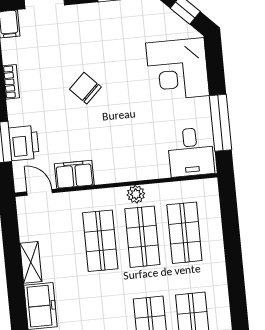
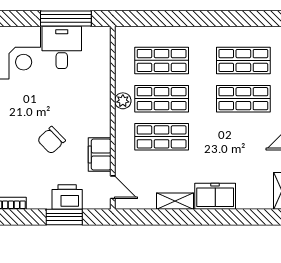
chair: (85, 88) -> (51, 140), moved
desk: (191, 152) -> (62, 47), moved, turned -90
door: (40, 192) -> (113, 187), swing flipped

